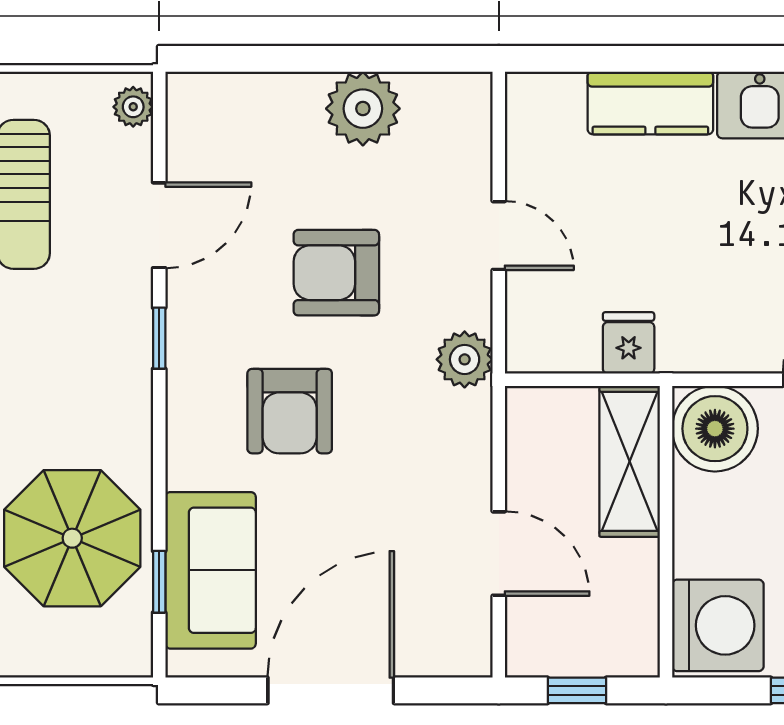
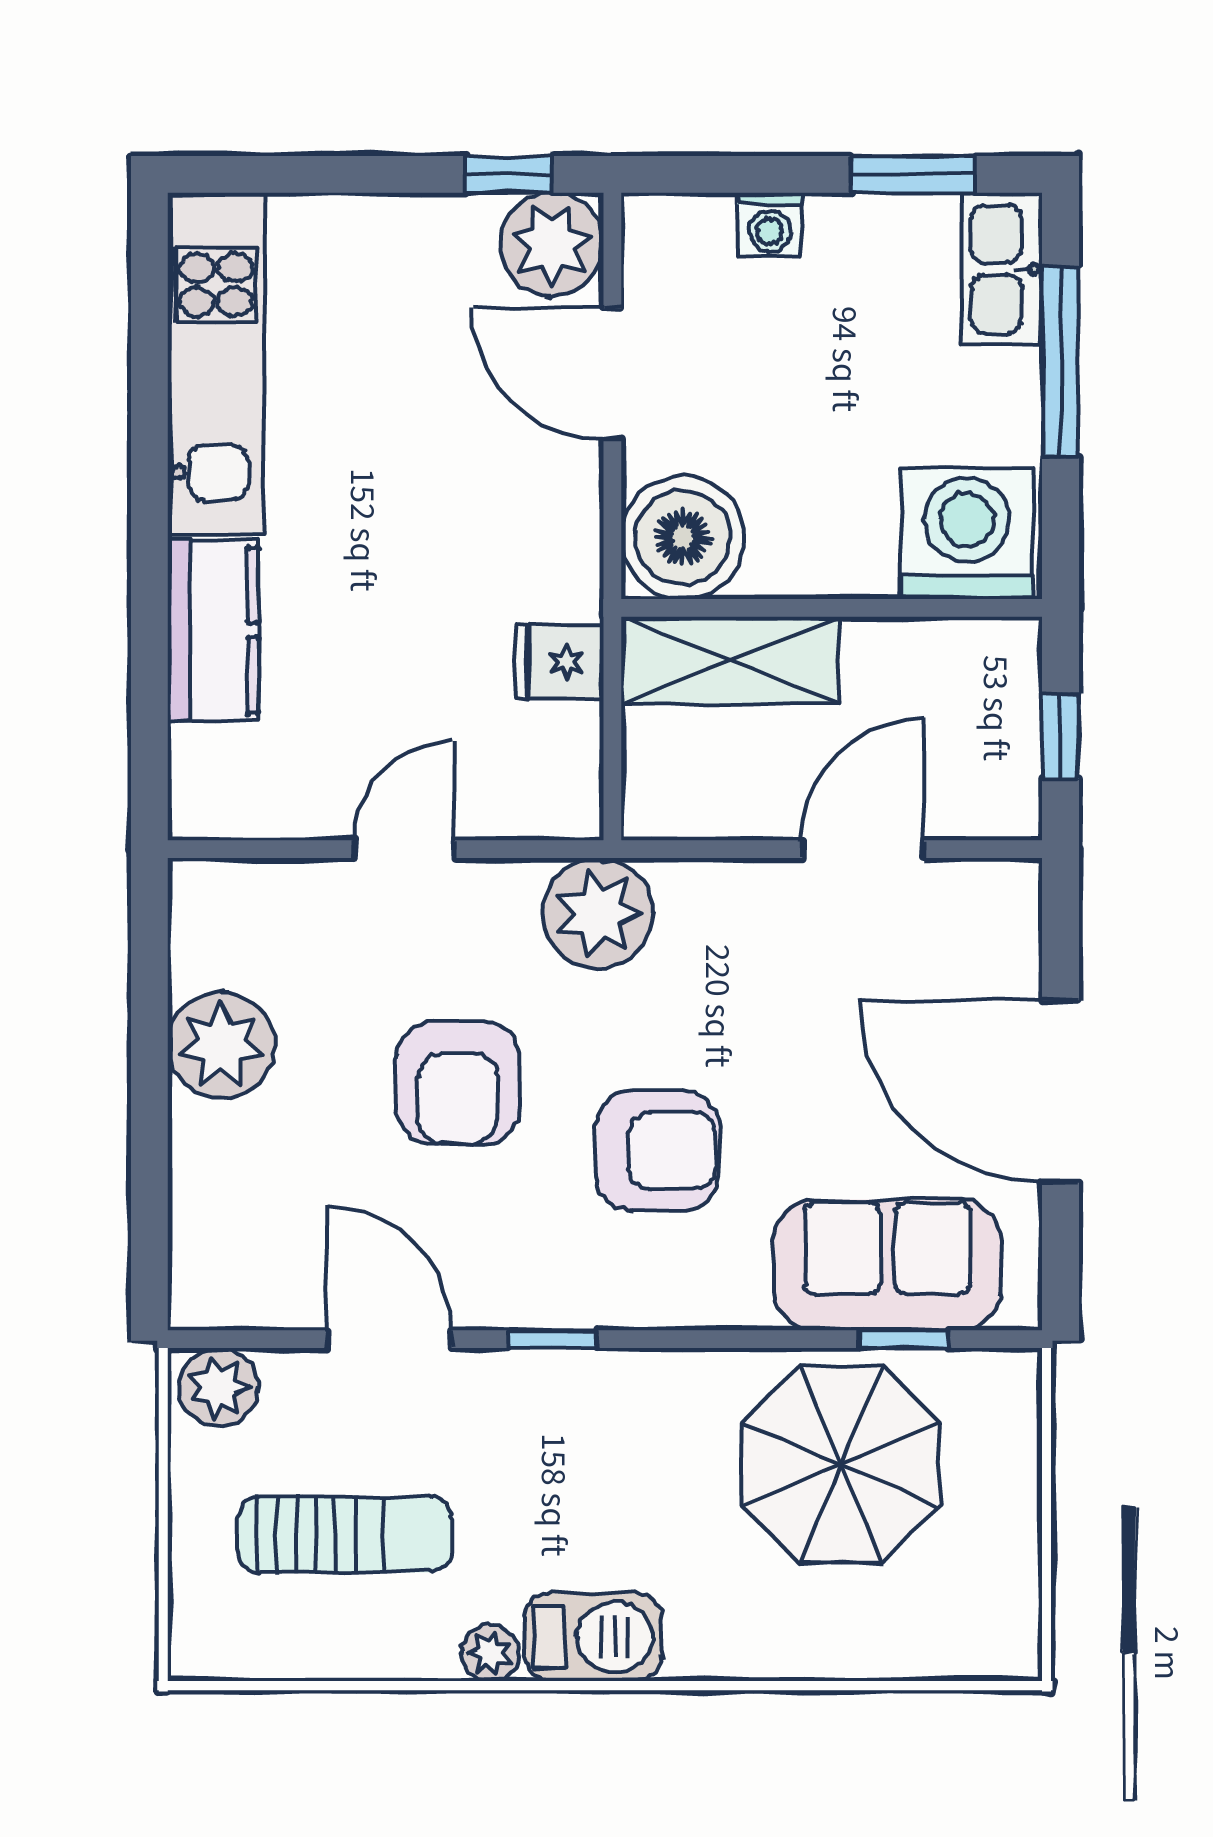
plant: (133, 107) -> (219, 1387), width x1.38, depth x1.38
plant: (465, 359) -> (598, 913), width x1.36, depth x1.36

